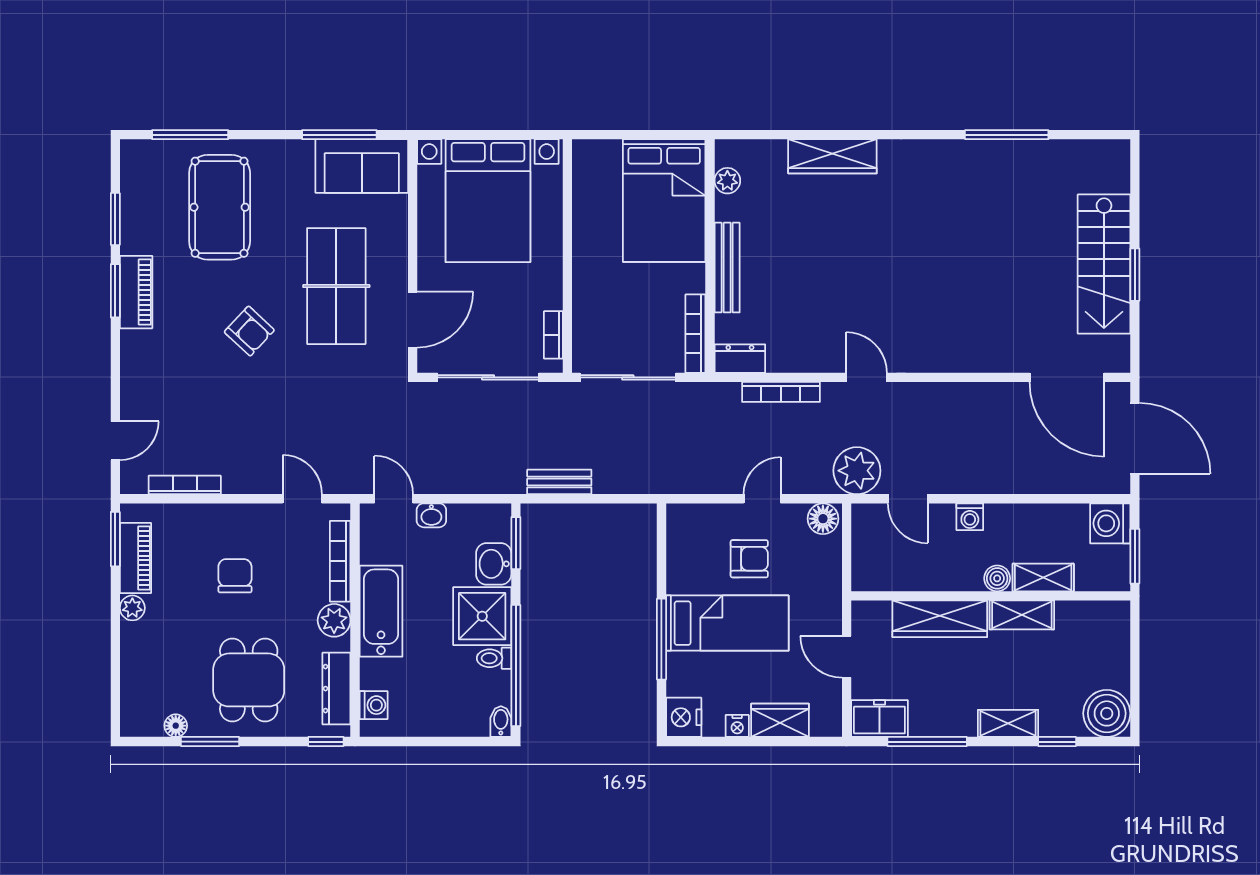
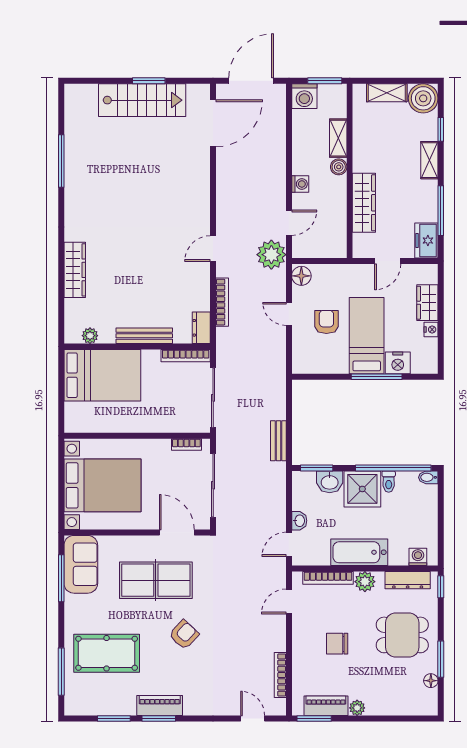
shelving: (1022, 615) -> (387, 93), moved, turned 90
nightstand: (684, 717) -> (398, 363), moved

